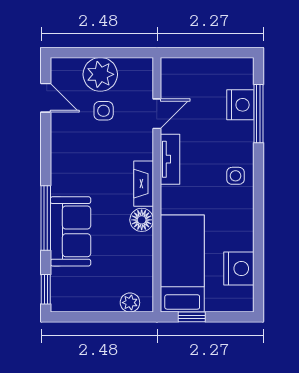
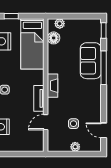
plant: (100, 74) -> (75, 147), width x0.53, depth x0.53
floor lamp: (142, 220) -> (54, 38), moved
window: (192, 317) -> (11, 16), moved

